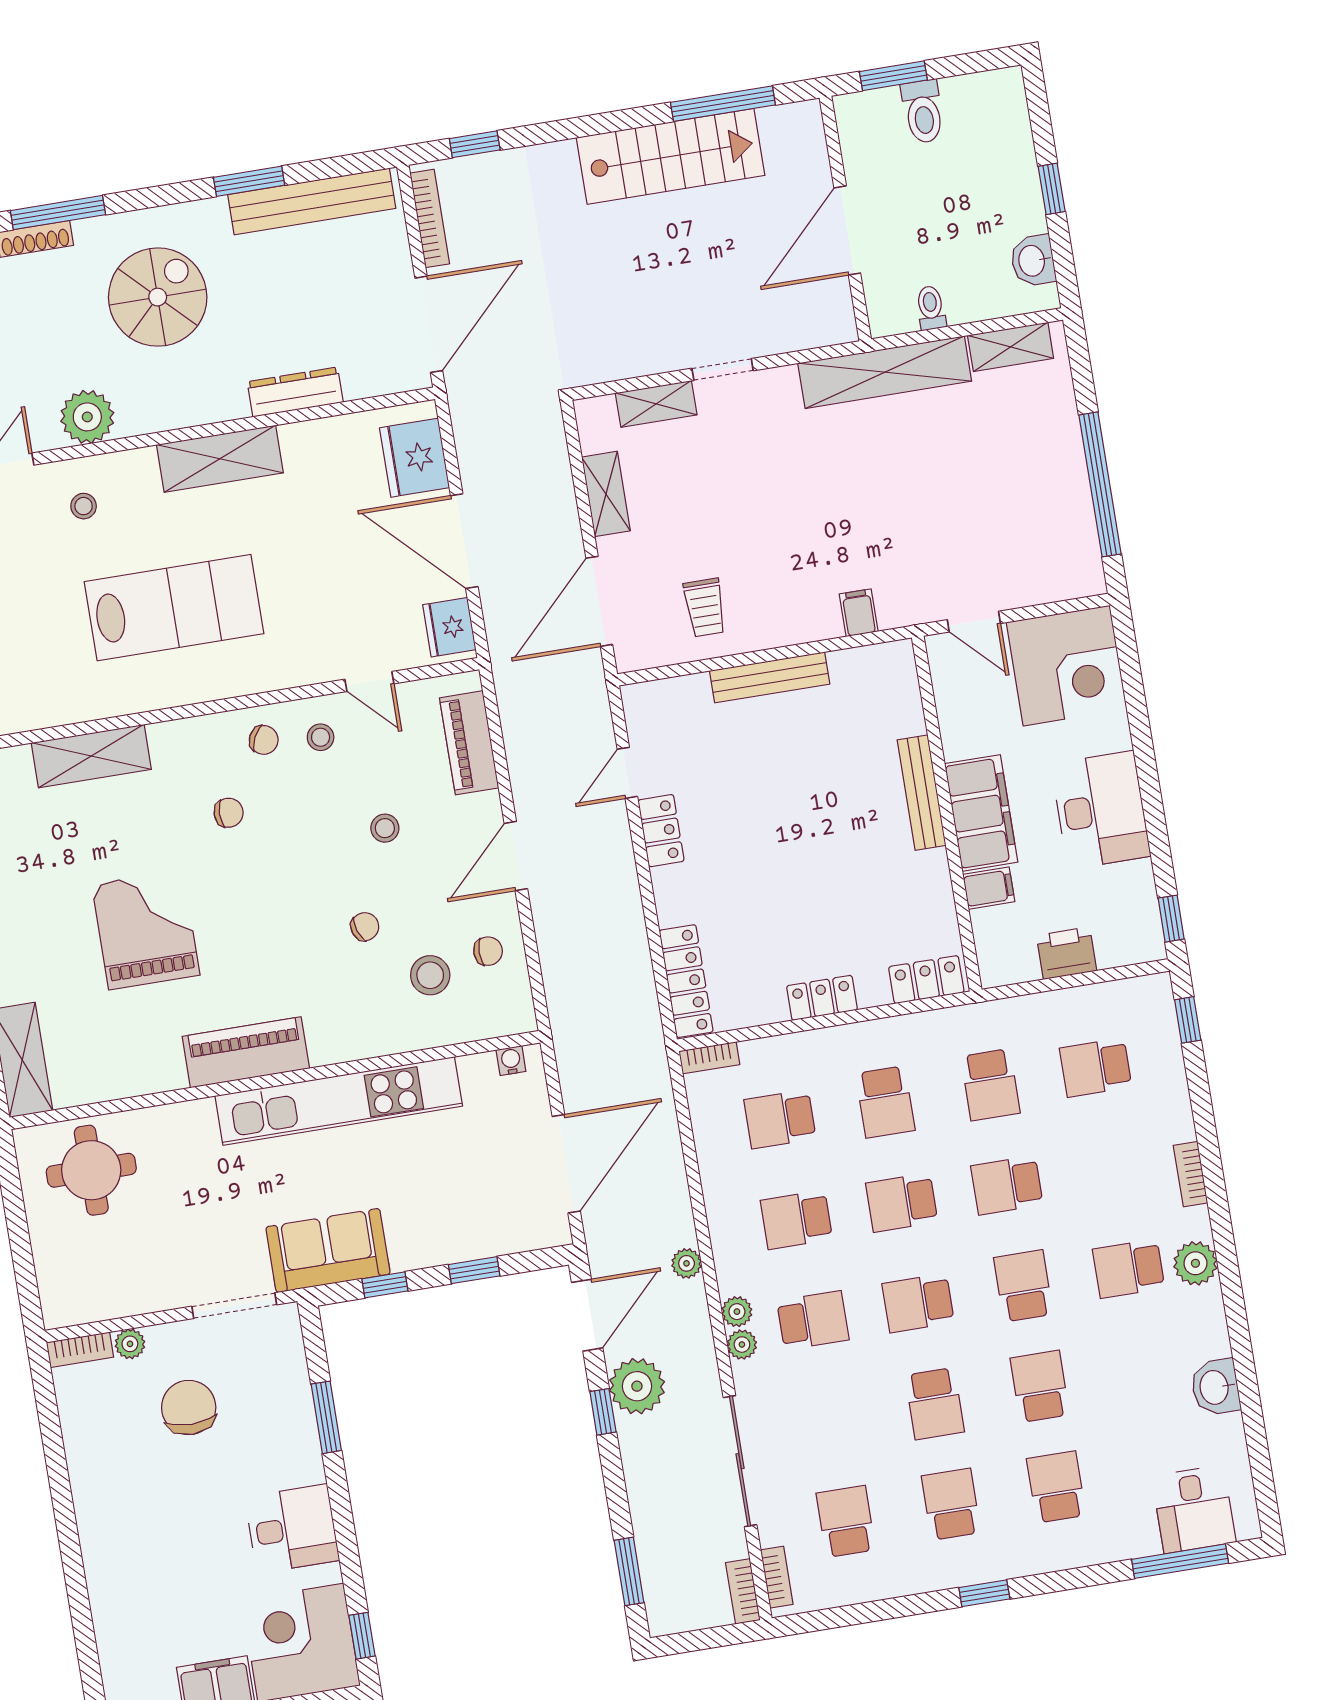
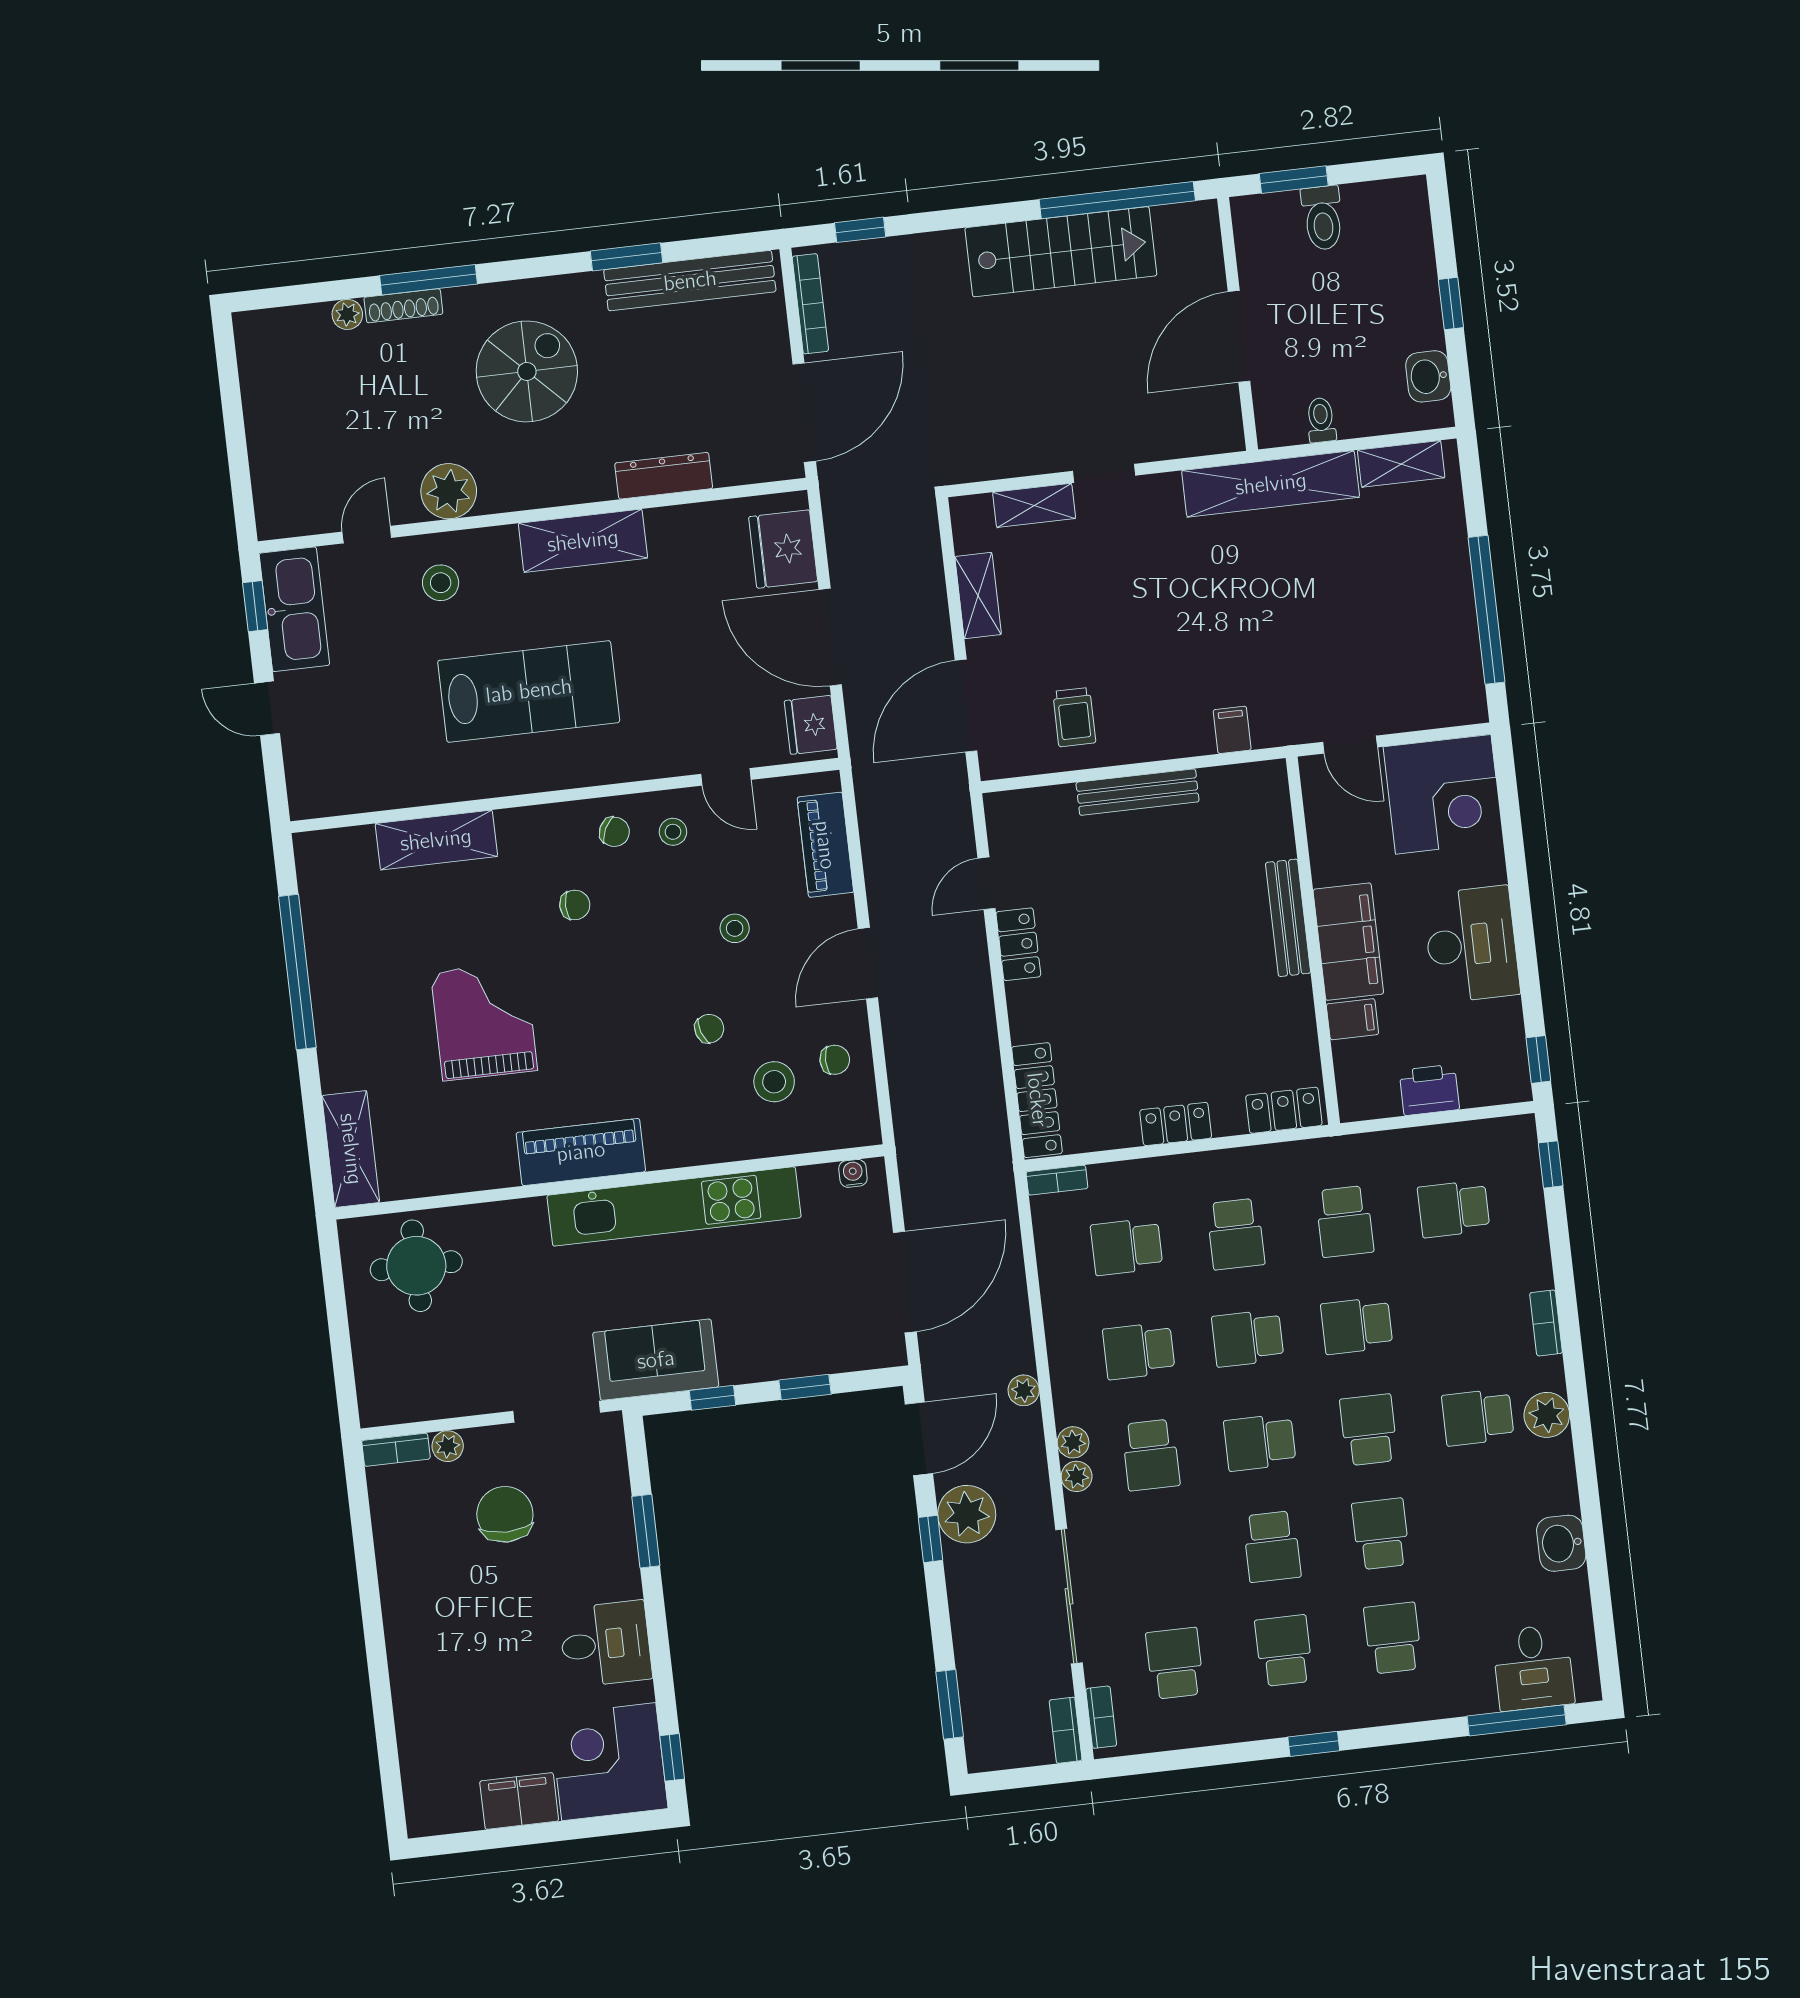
window: (723, 104) -> (1117, 200), width x1.46
stool: (84, 506) -> (441, 583), width x1.37, depth x1.37
school desk: (813, 1320) -> (1151, 1455), turned 90

